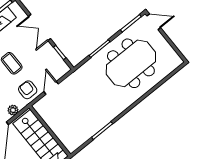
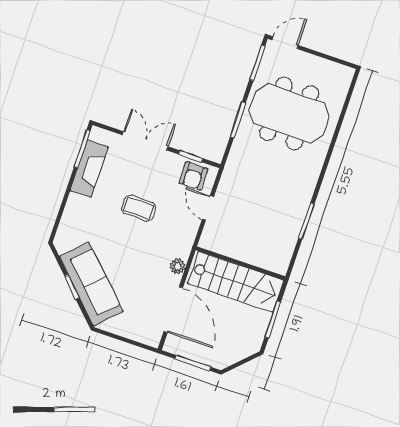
double door: (39, 27) -> (145, 141), swing flipped
meeting table: (131, 63) -> (289, 113), turned 90
armchair: (28, 90) -> (193, 176), moved, turned -90

